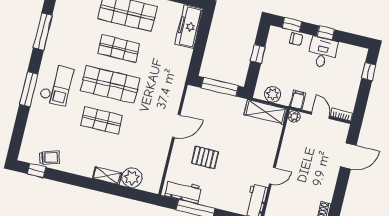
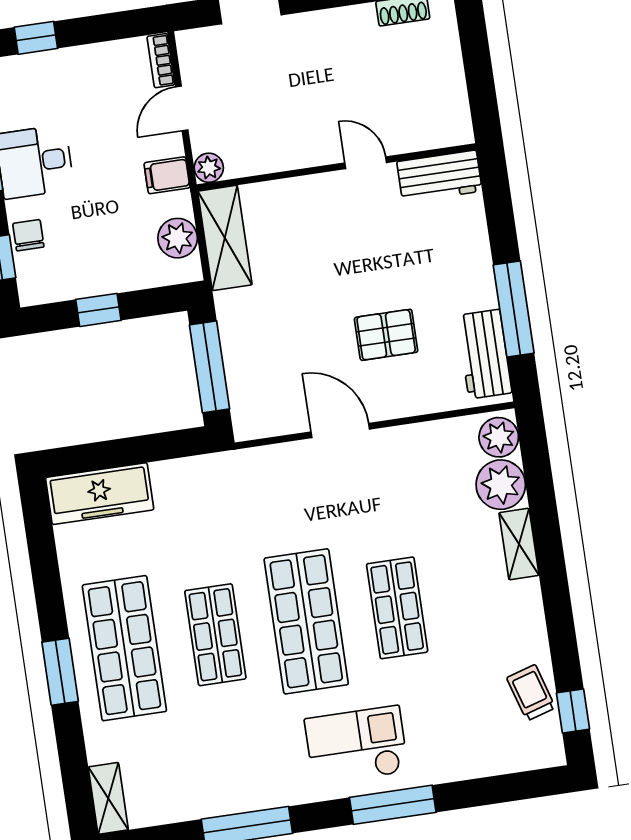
pallet: (205, 157) -> (386, 335), turned 90
plant: (150, 184) -> (499, 437), added

